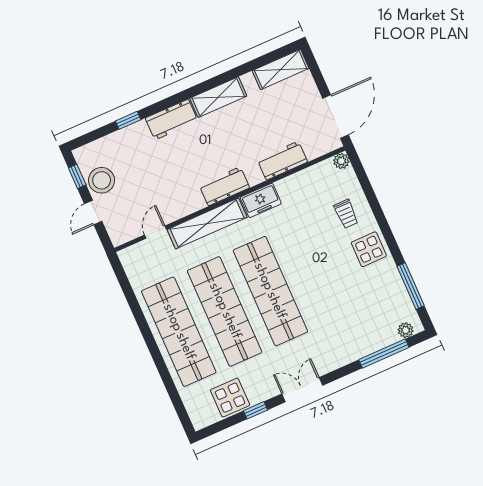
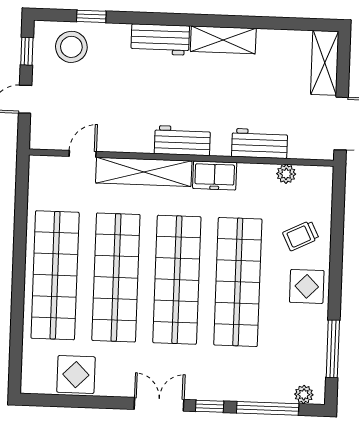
shelving: (281, 69) -> (325, 63), moved, turned 90
window: (128, 120) -> (91, 16), moved
plant: (341, 161) -> (286, 174), moved
stool: (102, 180) -> (71, 47), moved
trolley: (346, 214) -> (301, 236), turned 64
shop shelf: (316, 271) -> (238, 282), added
window: (256, 410) -> (210, 406), moved

